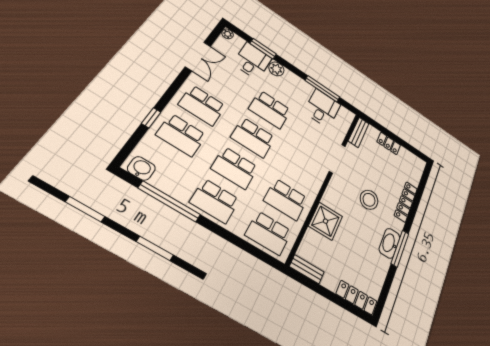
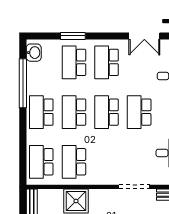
window: (151, 118) -> (73, 36), width x1.50

